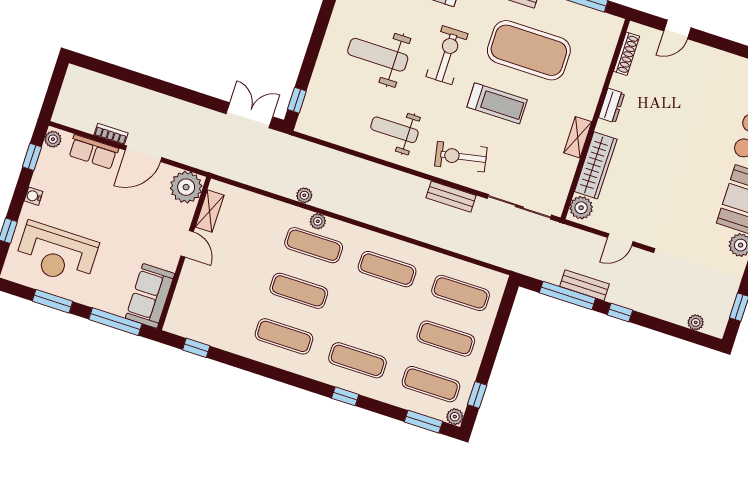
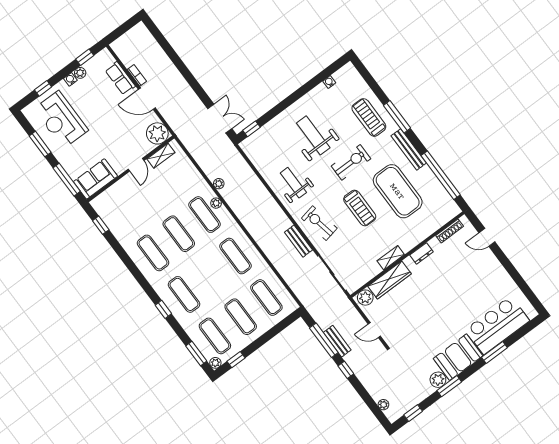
plant: (53, 139) -> (80, 73), moved

